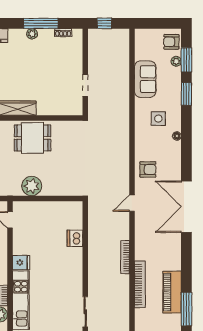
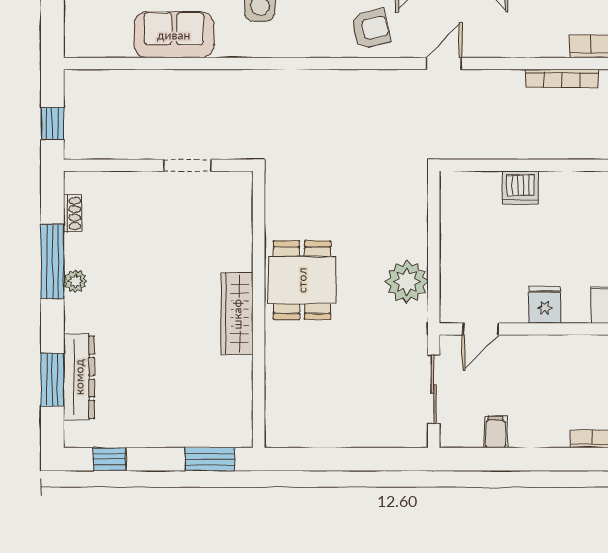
armchair: (148, 169) -> (371, 29), turned 77
door: (132, 203) -> (444, 64), swing flipped
fridge: (21, 262) -> (545, 305), moved

